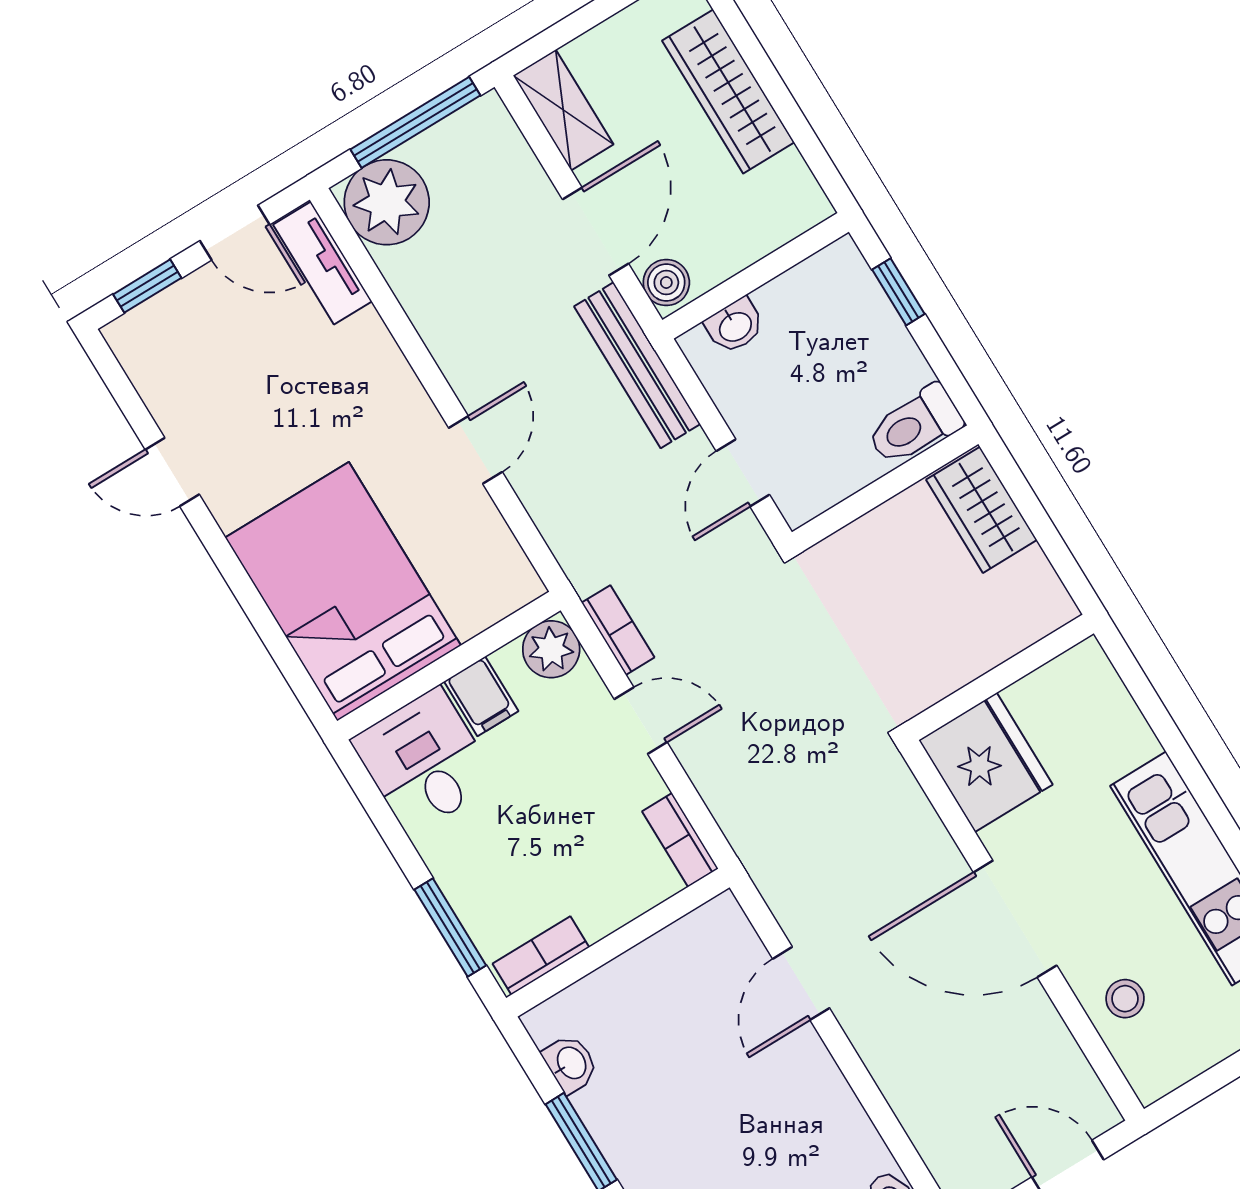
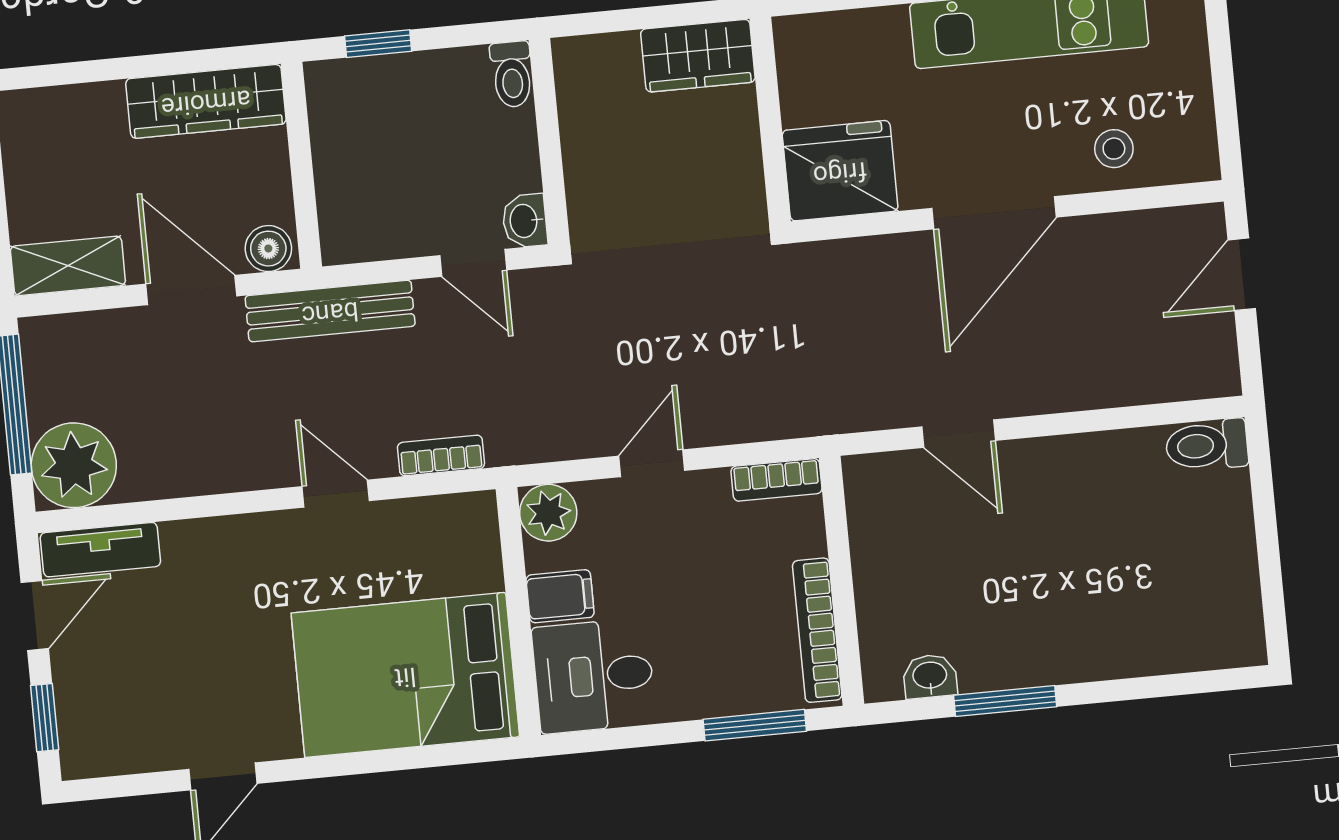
wardrobe: (728, 92) -> (206, 101), moved
washbasin: (735, 326) -> (525, 221), moved, turned 180
toilet: (915, 425) -> (512, 74), width x0.73, depth x0.72
wardrobe: (982, 510) -> (698, 56), moved
bookcase: (618, 630) -> (441, 456), moved
bookcase: (541, 955) -> (817, 630), width x1.56

